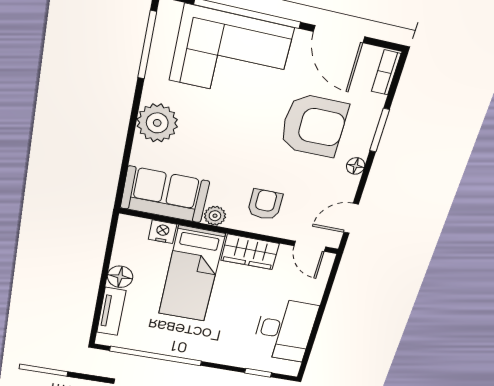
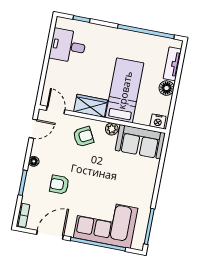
door: (339, 34) -> (50, 235), hinge flipped
plant: (157, 123) -> (144, 184), removed
armchair: (314, 125) -> (59, 185), width x0.53, depth x0.53
armchair: (265, 204) -> (83, 137), turned -118
nightstand: (163, 232) -> (158, 121), moved
desk: (285, 330) -> (68, 46), width x0.73

